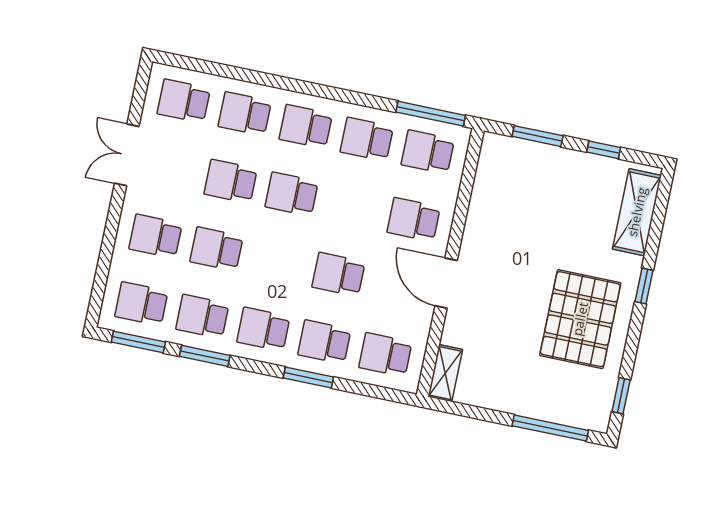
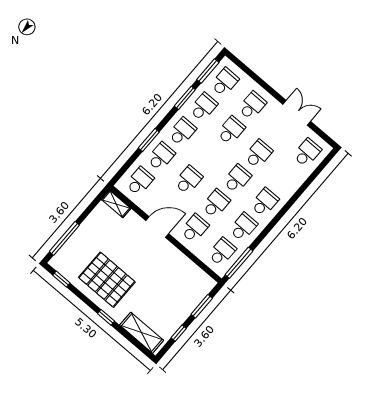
school desk: (245, 114) -> (216, 203), moved

